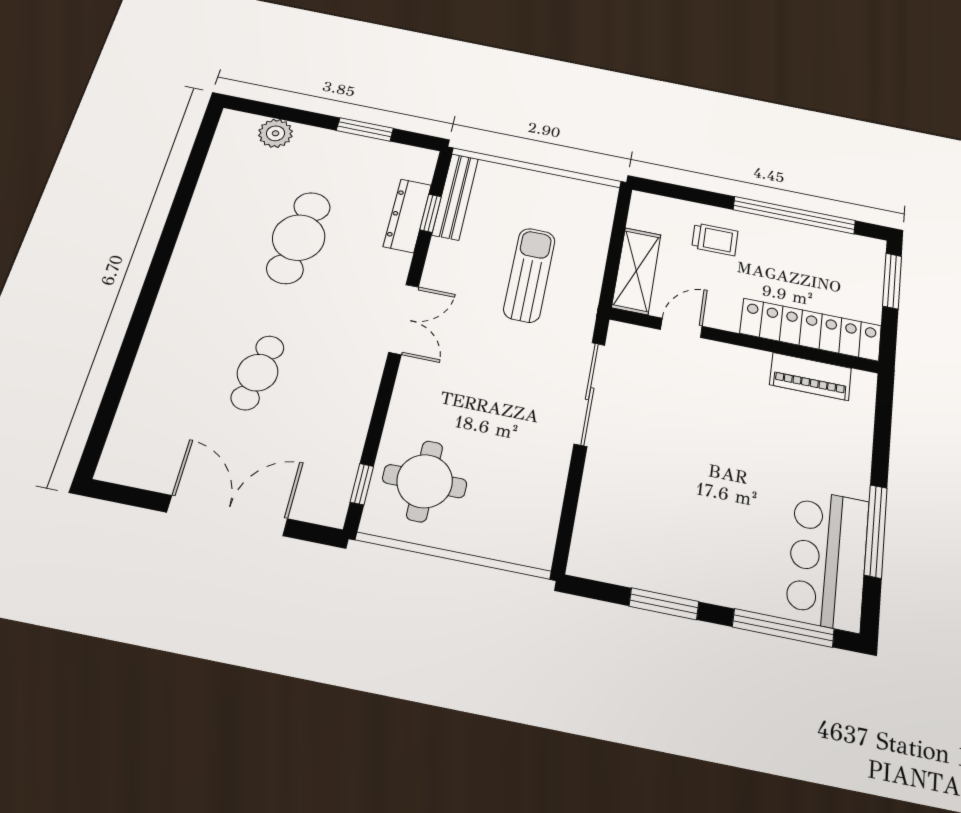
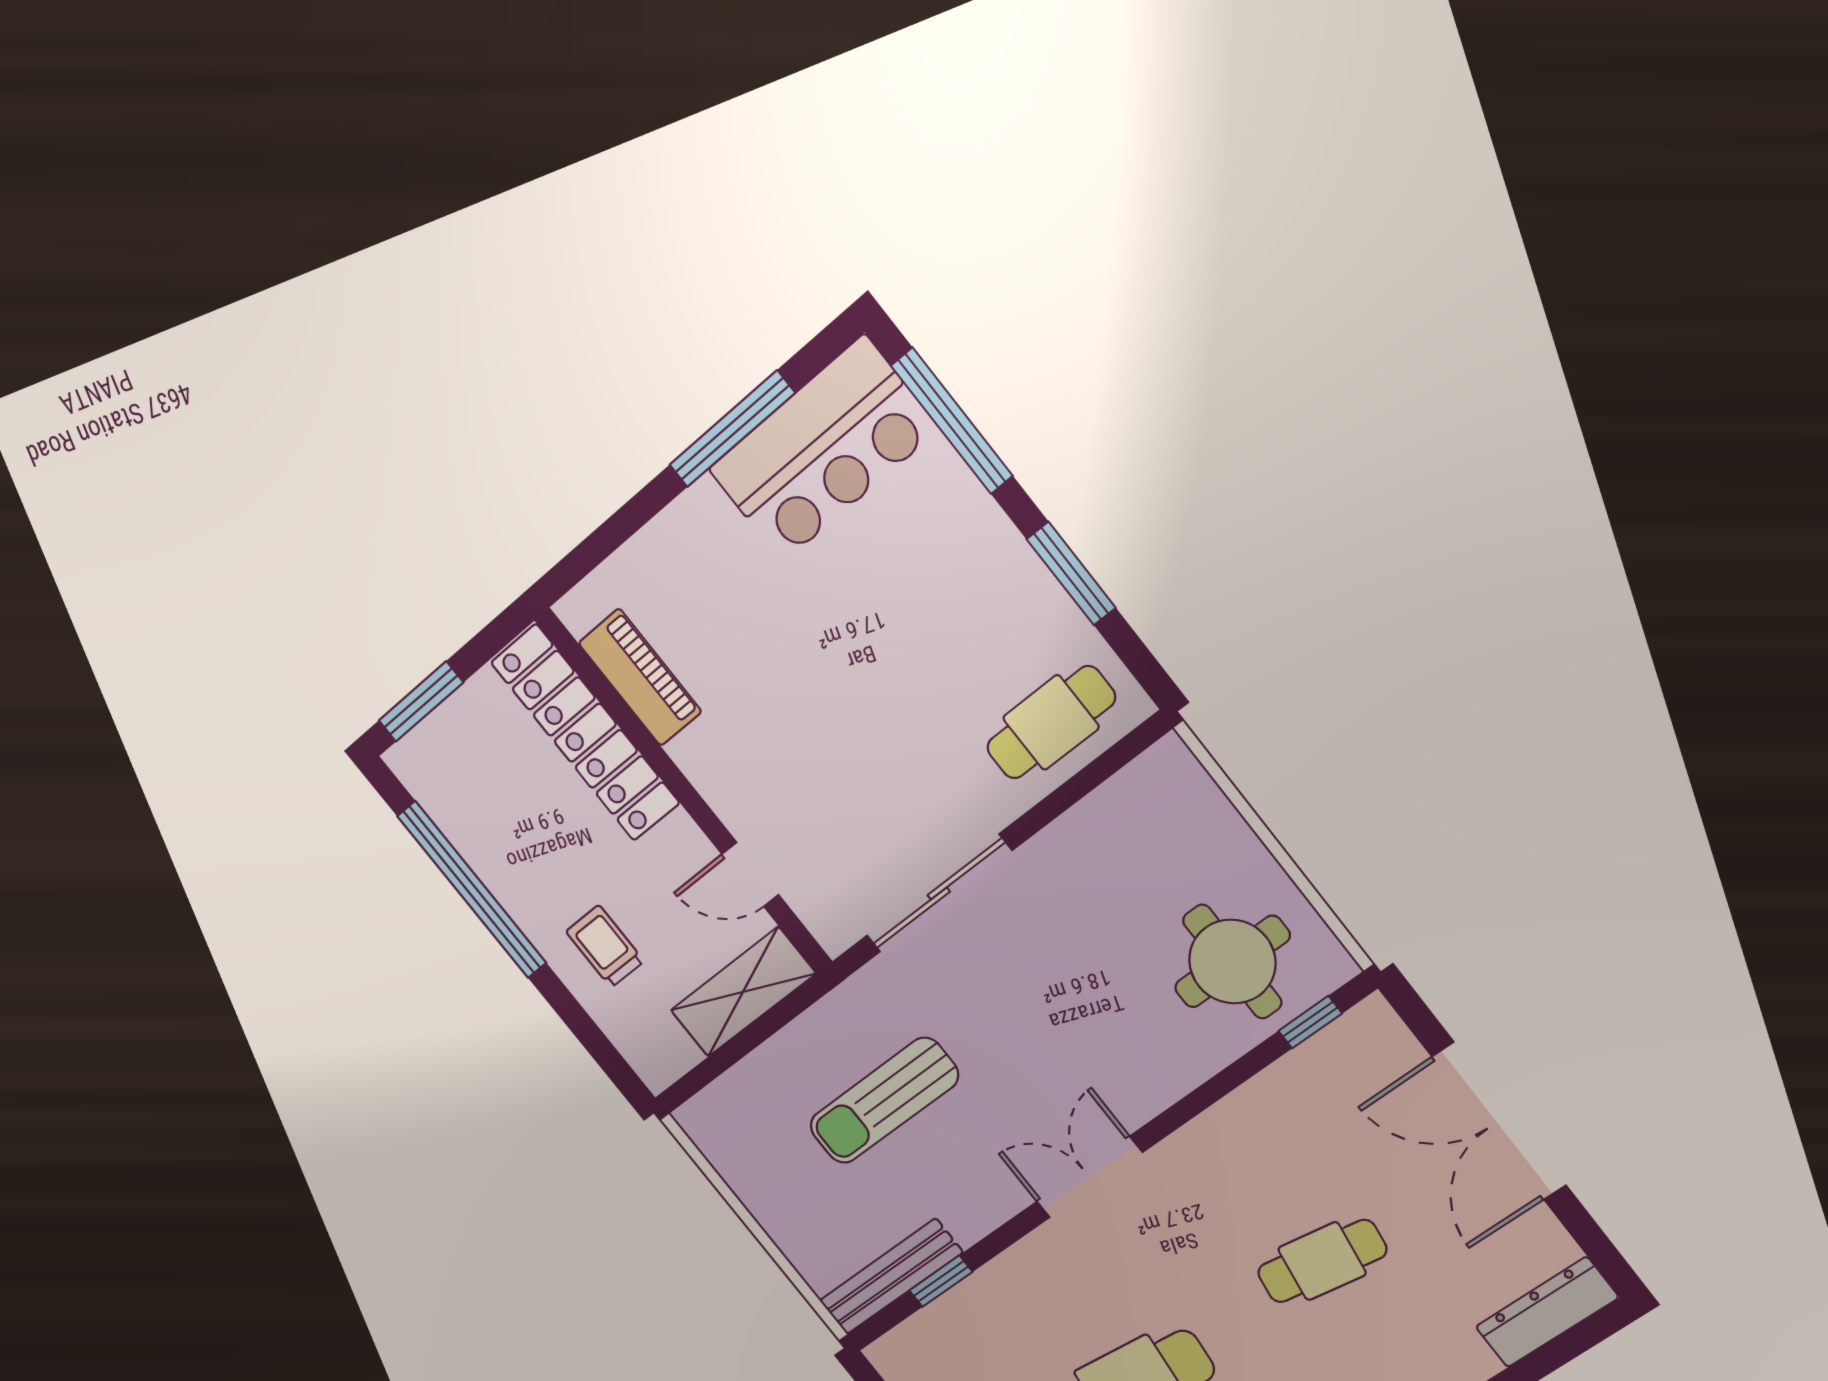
dresser: (407, 216) -> (1547, 1312), moved, turned 180
cafe table: (610, 522) -> (1051, 722), added

